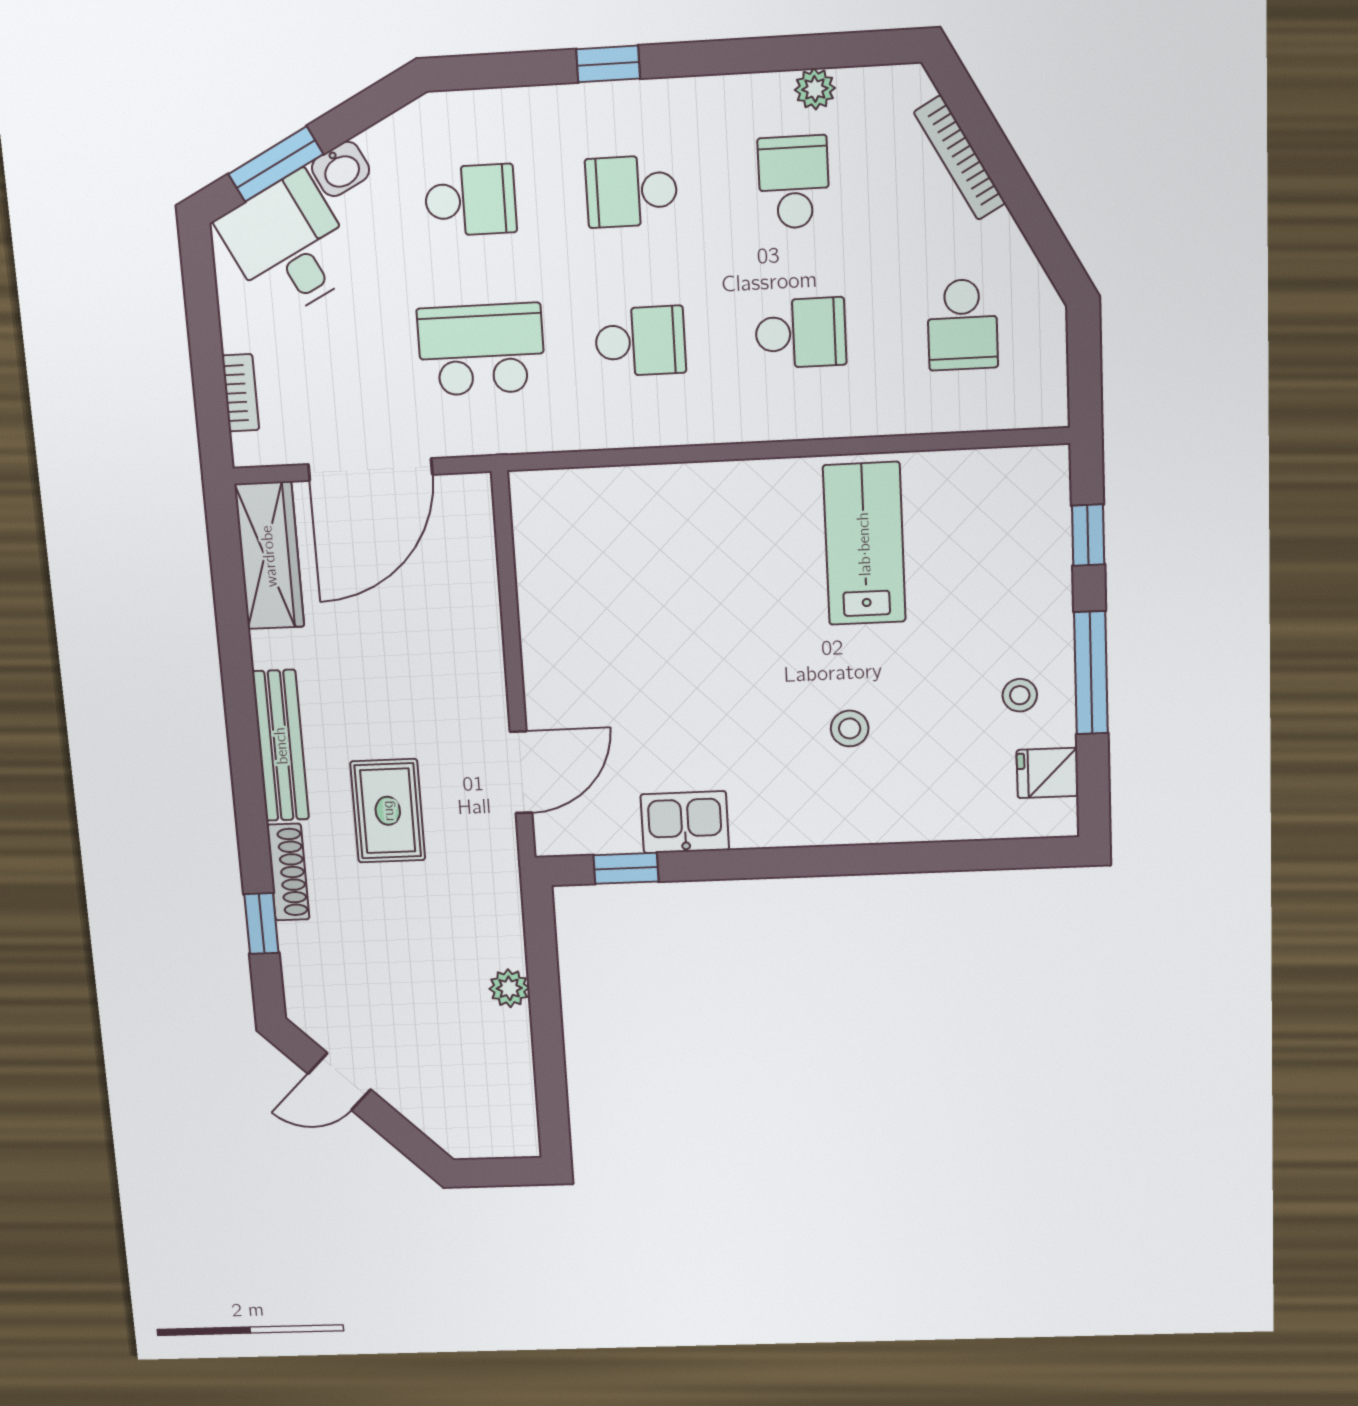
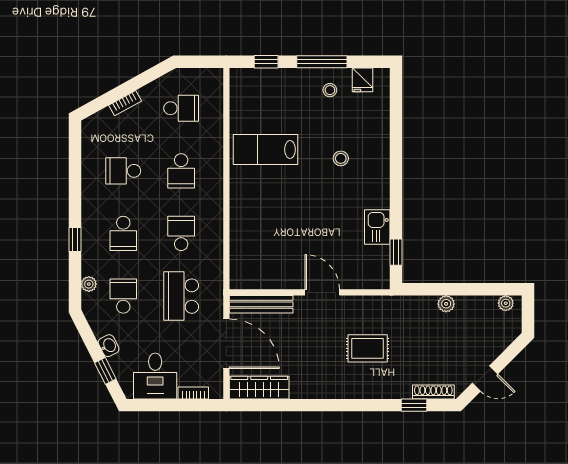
plant: (815, 89) -> (89, 284), moved
bookcase: (960, 158) -> (125, 103), width x0.64
window: (276, 164) -> (105, 371), width x0.67
desk: (289, 246) -> (155, 376), moved, turned -63
school desk: (801, 333) -> (181, 171), turned 180
bench: (281, 746) -> (261, 304), moved
door: (521, 772) -> (322, 292), moved
shoe rack: (288, 872) -> (433, 392), moved
door: (339, 1082) -> (485, 379), hinge flipped
plant: (521, 1122) -> (506, 303), added

